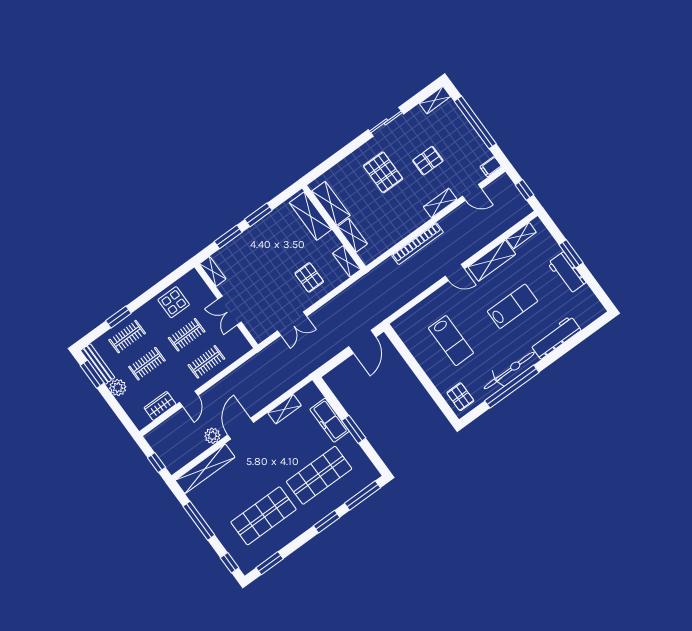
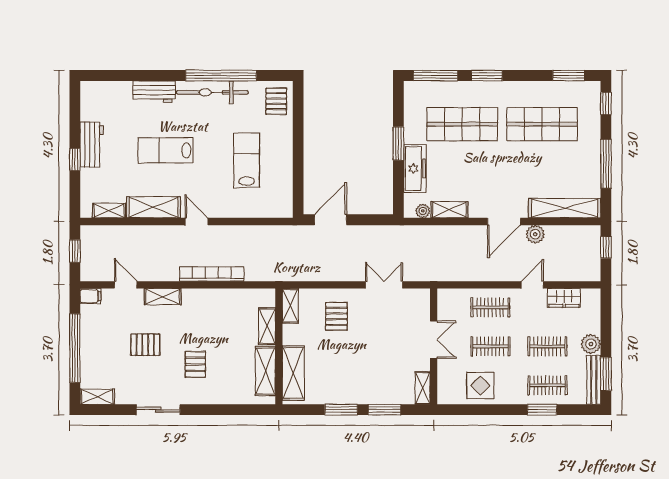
pallet: (383, 172) -> (195, 364), width x0.67, depth x0.71
window: (571, 254) -> (75, 159), width x0.67
workbench: (556, 337) -> (154, 92), width x0.73
plant: (303, 395) -> (423, 211), added

